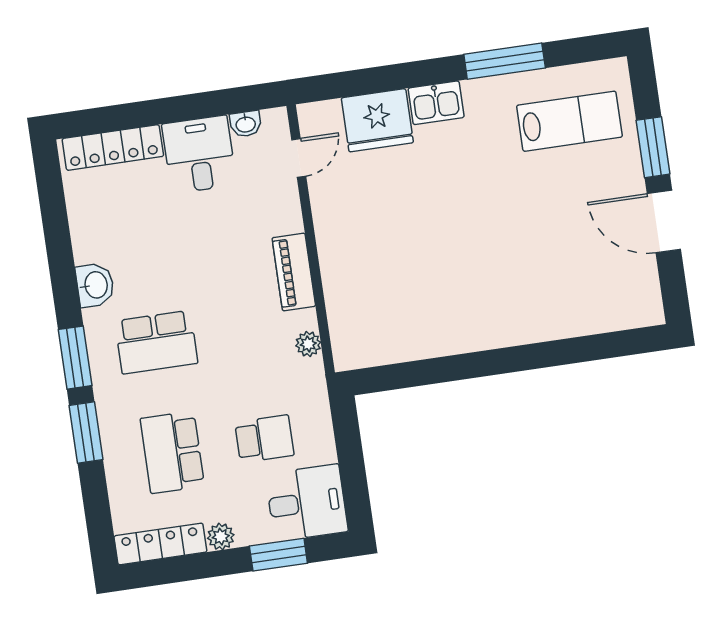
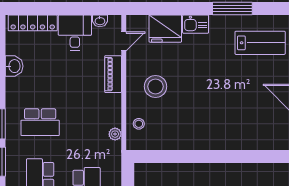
stool: (375, 238) -> (155, 86), added
piano: (294, 272) -> (113, 74), moved
washbasin: (95, 285) -> (14, 66), moved
stool: (352, 317) -> (139, 124), added

